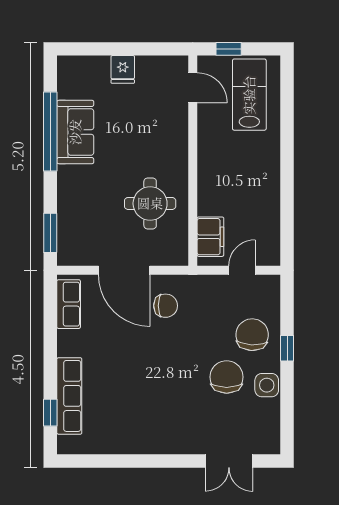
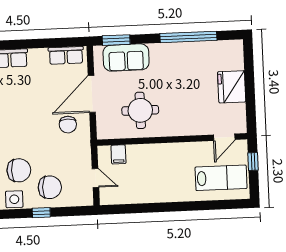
fridge: (123, 69) -> (232, 87), width x1.88, depth x1.34
sofa: (75, 132) -> (126, 58), moved
filing cabinet: (210, 237) -> (118, 154), width x0.50

